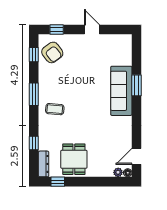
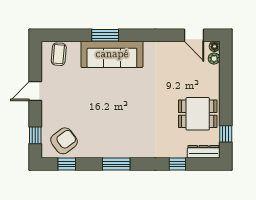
coffee table: (55, 109) -> (59, 54), moved

